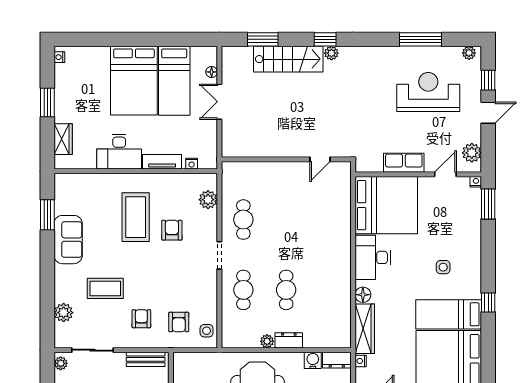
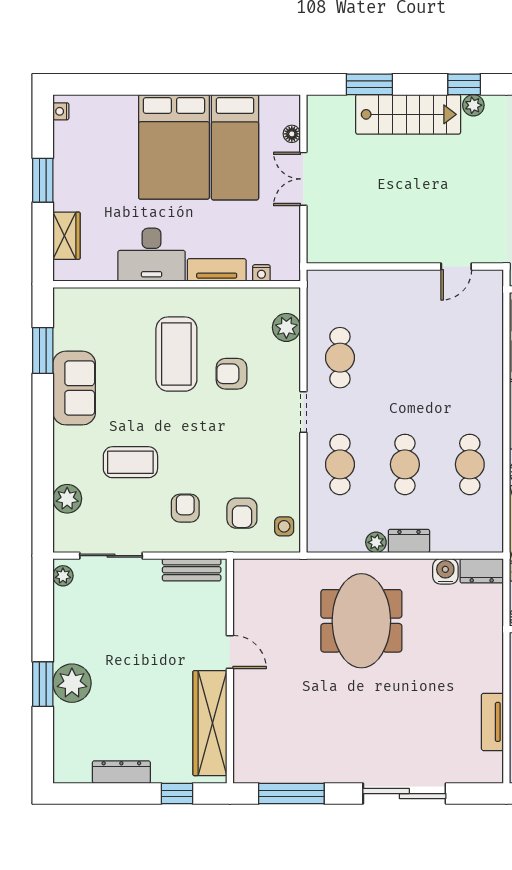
armchair: (172, 230) -> (232, 374), turned -90
cafe table: (329, 290) -> (470, 464), added

